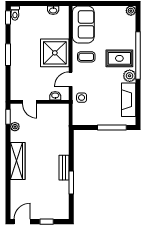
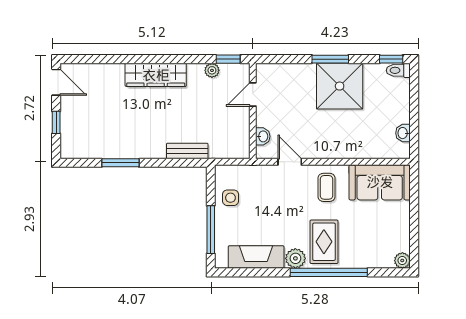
shower: (55, 53) -> (340, 86), moved
side table: (82, 98) -> (230, 198), moved
bench: (64, 168) -> (187, 151), moved

